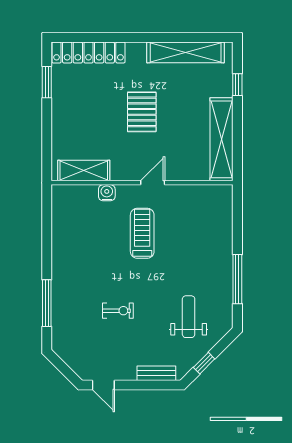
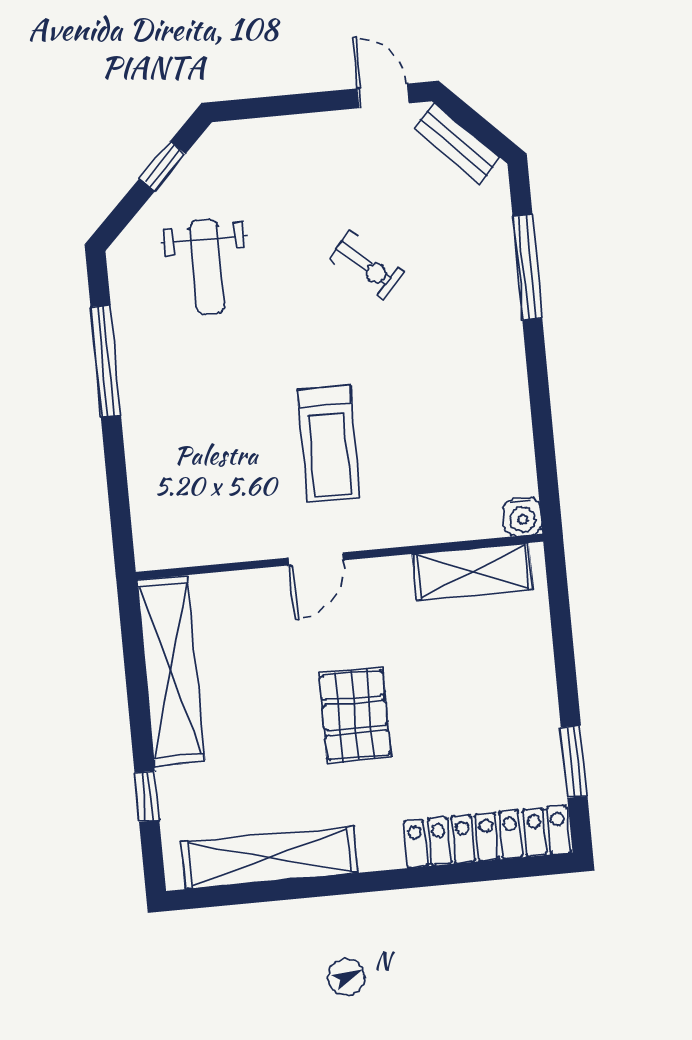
water cooler: (107, 193) -> (522, 517), moved
exercise bike: (118, 311) -> (366, 265), turned -138
bench: (156, 373) -> (457, 143), moved, turned 45

